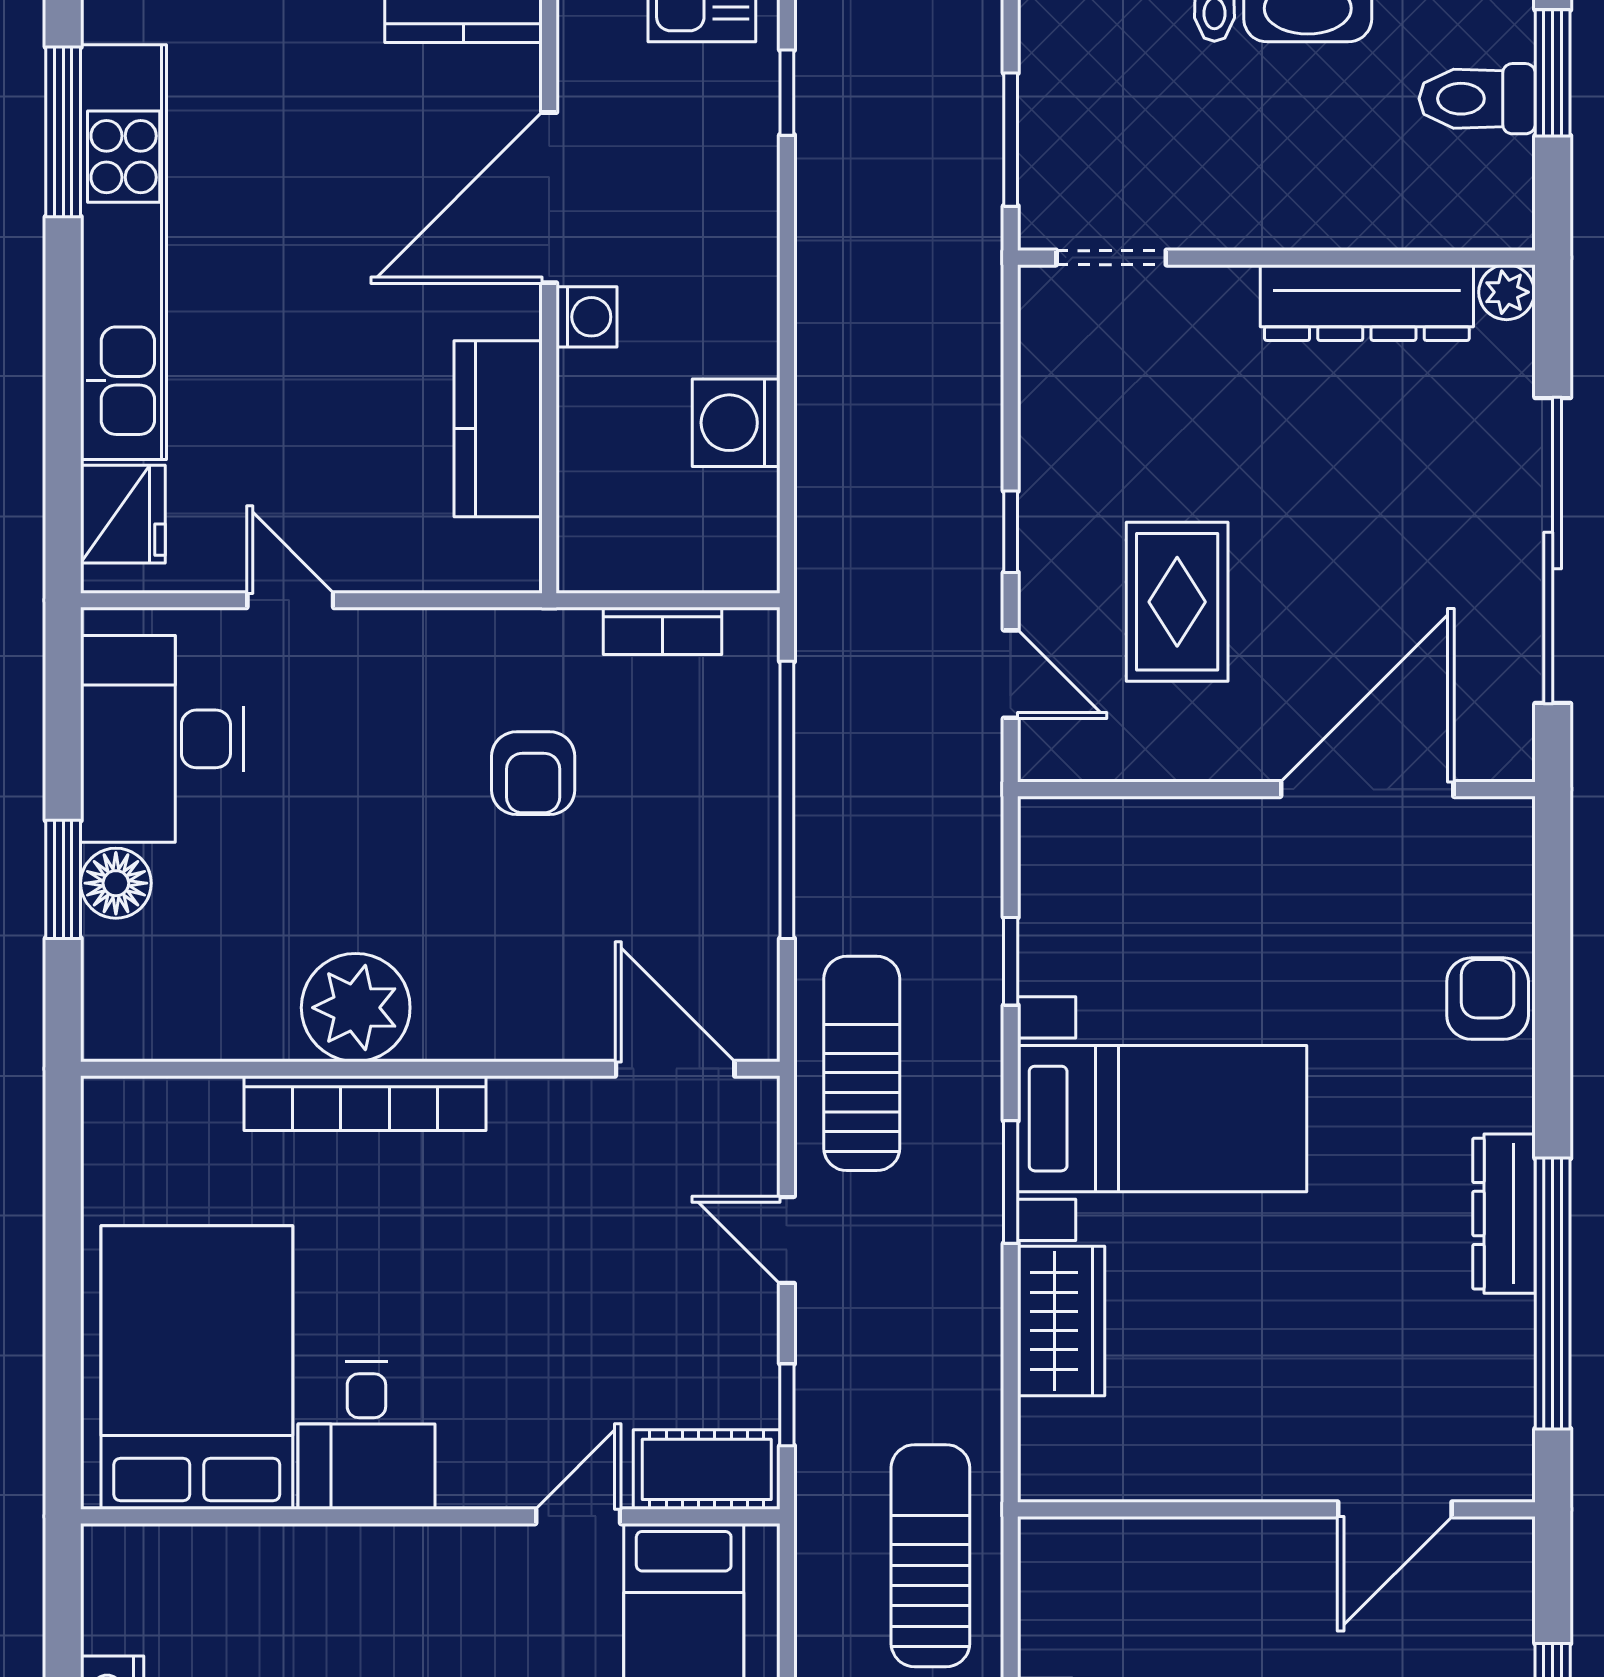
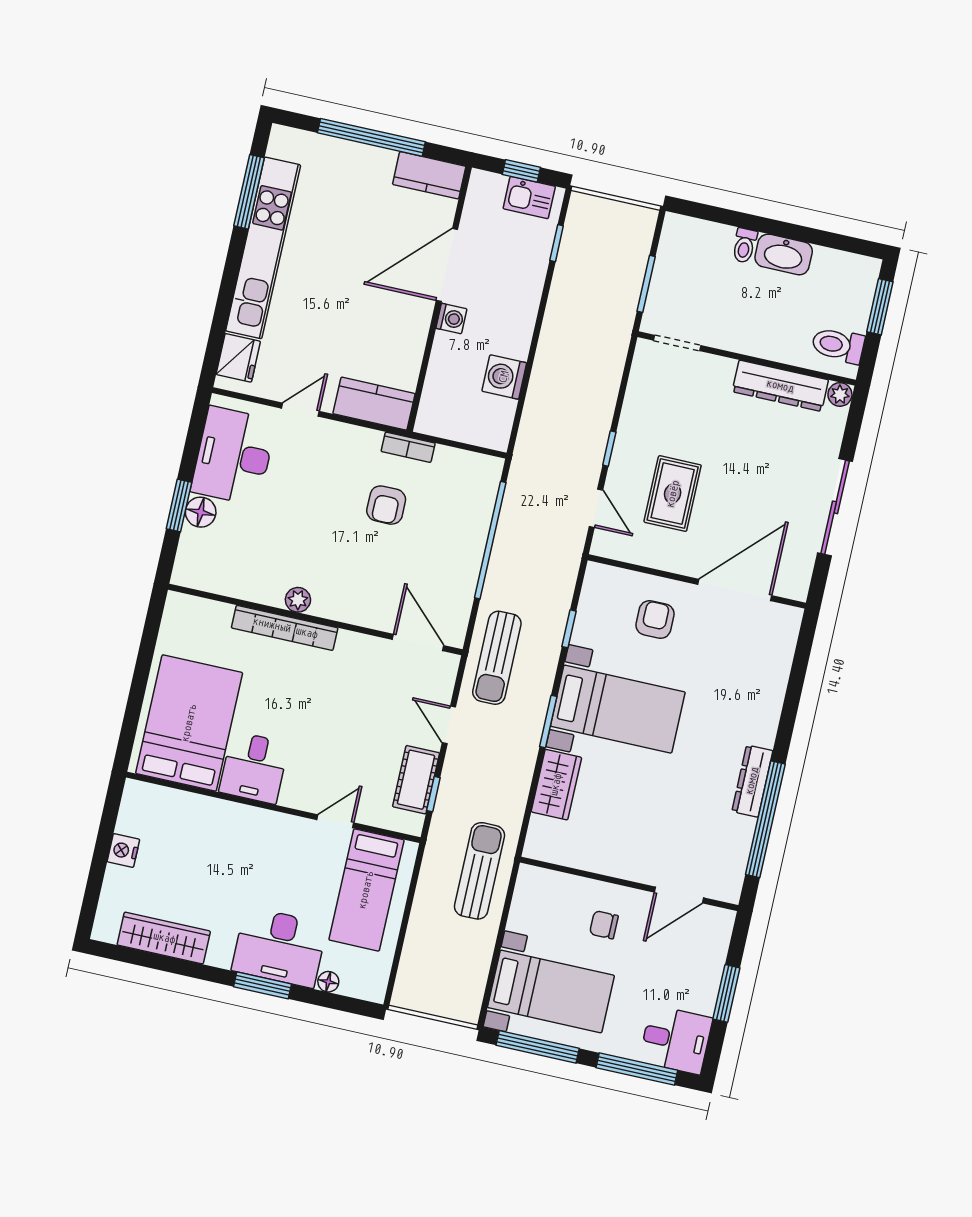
toilet: (1477, 99) -> (838, 345), moved
kitchen counter: (498, 429) -> (374, 404), moved, turned 90
sliding door: (1553, 550) -> (835, 507), width x0.73
door: (290, 600) -> (300, 410), hinge flipped
bookcase: (662, 631) -> (408, 447), moved
armchair: (1488, 999) -> (655, 619), moved
plant: (356, 1008) -> (298, 600), width x0.53, depth x0.53
sun lounger: (862, 1063) -> (497, 658), turned 180
cot: (707, 1469) -> (416, 780), moved, turned 90
chair: (1240, 1615) -> (604, 925), added

